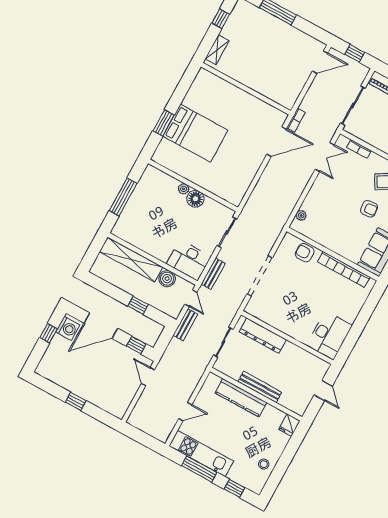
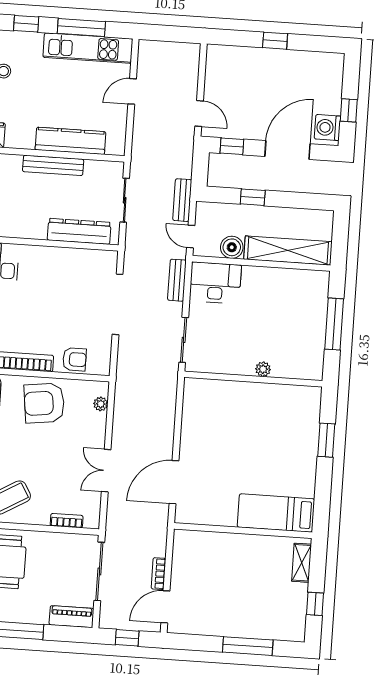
bookcase: (296, 120) -> (159, 574), moved
bed: (195, 133) -> (276, 513), moved, width x0.67
double door: (325, 157) -> (106, 471), moved
floor lamp: (195, 199) -> (243, 364), removed
armchair: (369, 209) -> (44, 403), moved, width x1.88, depth x1.88

